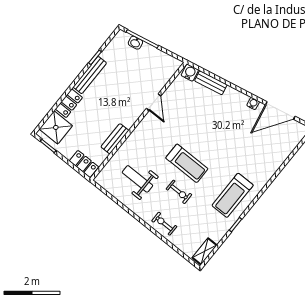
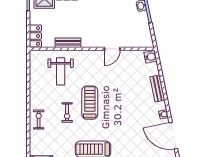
bench: (211, 83) -> (157, 88), moved
treadmill: (187, 163) -> (90, 103), turned 180
weight bench: (137, 179) -> (61, 71), moved, turned 180

